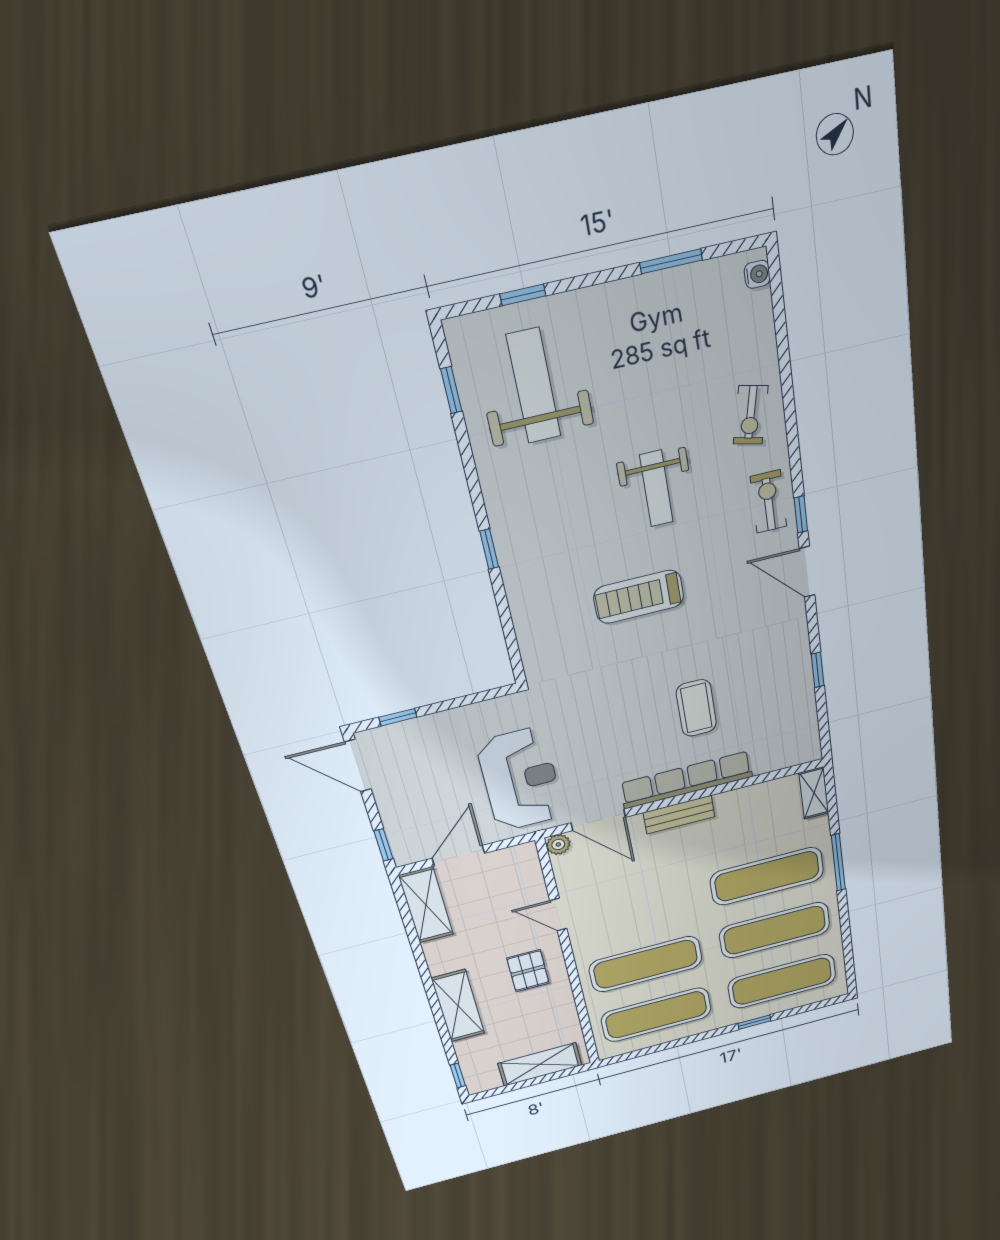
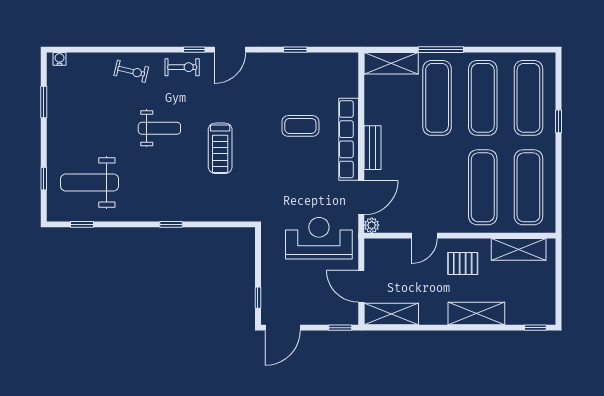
exercise bike: (769, 502) -> (182, 67), turned 180
shelving: (814, 793) -> (391, 63), width x1.50, depth x1.33
shelving: (540, 1064) -> (519, 249), moved, turned 90

